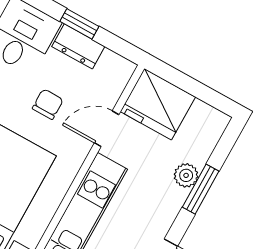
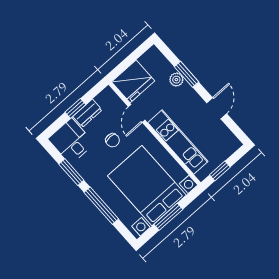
chair: (48, 104) -> (113, 140), turned 180

